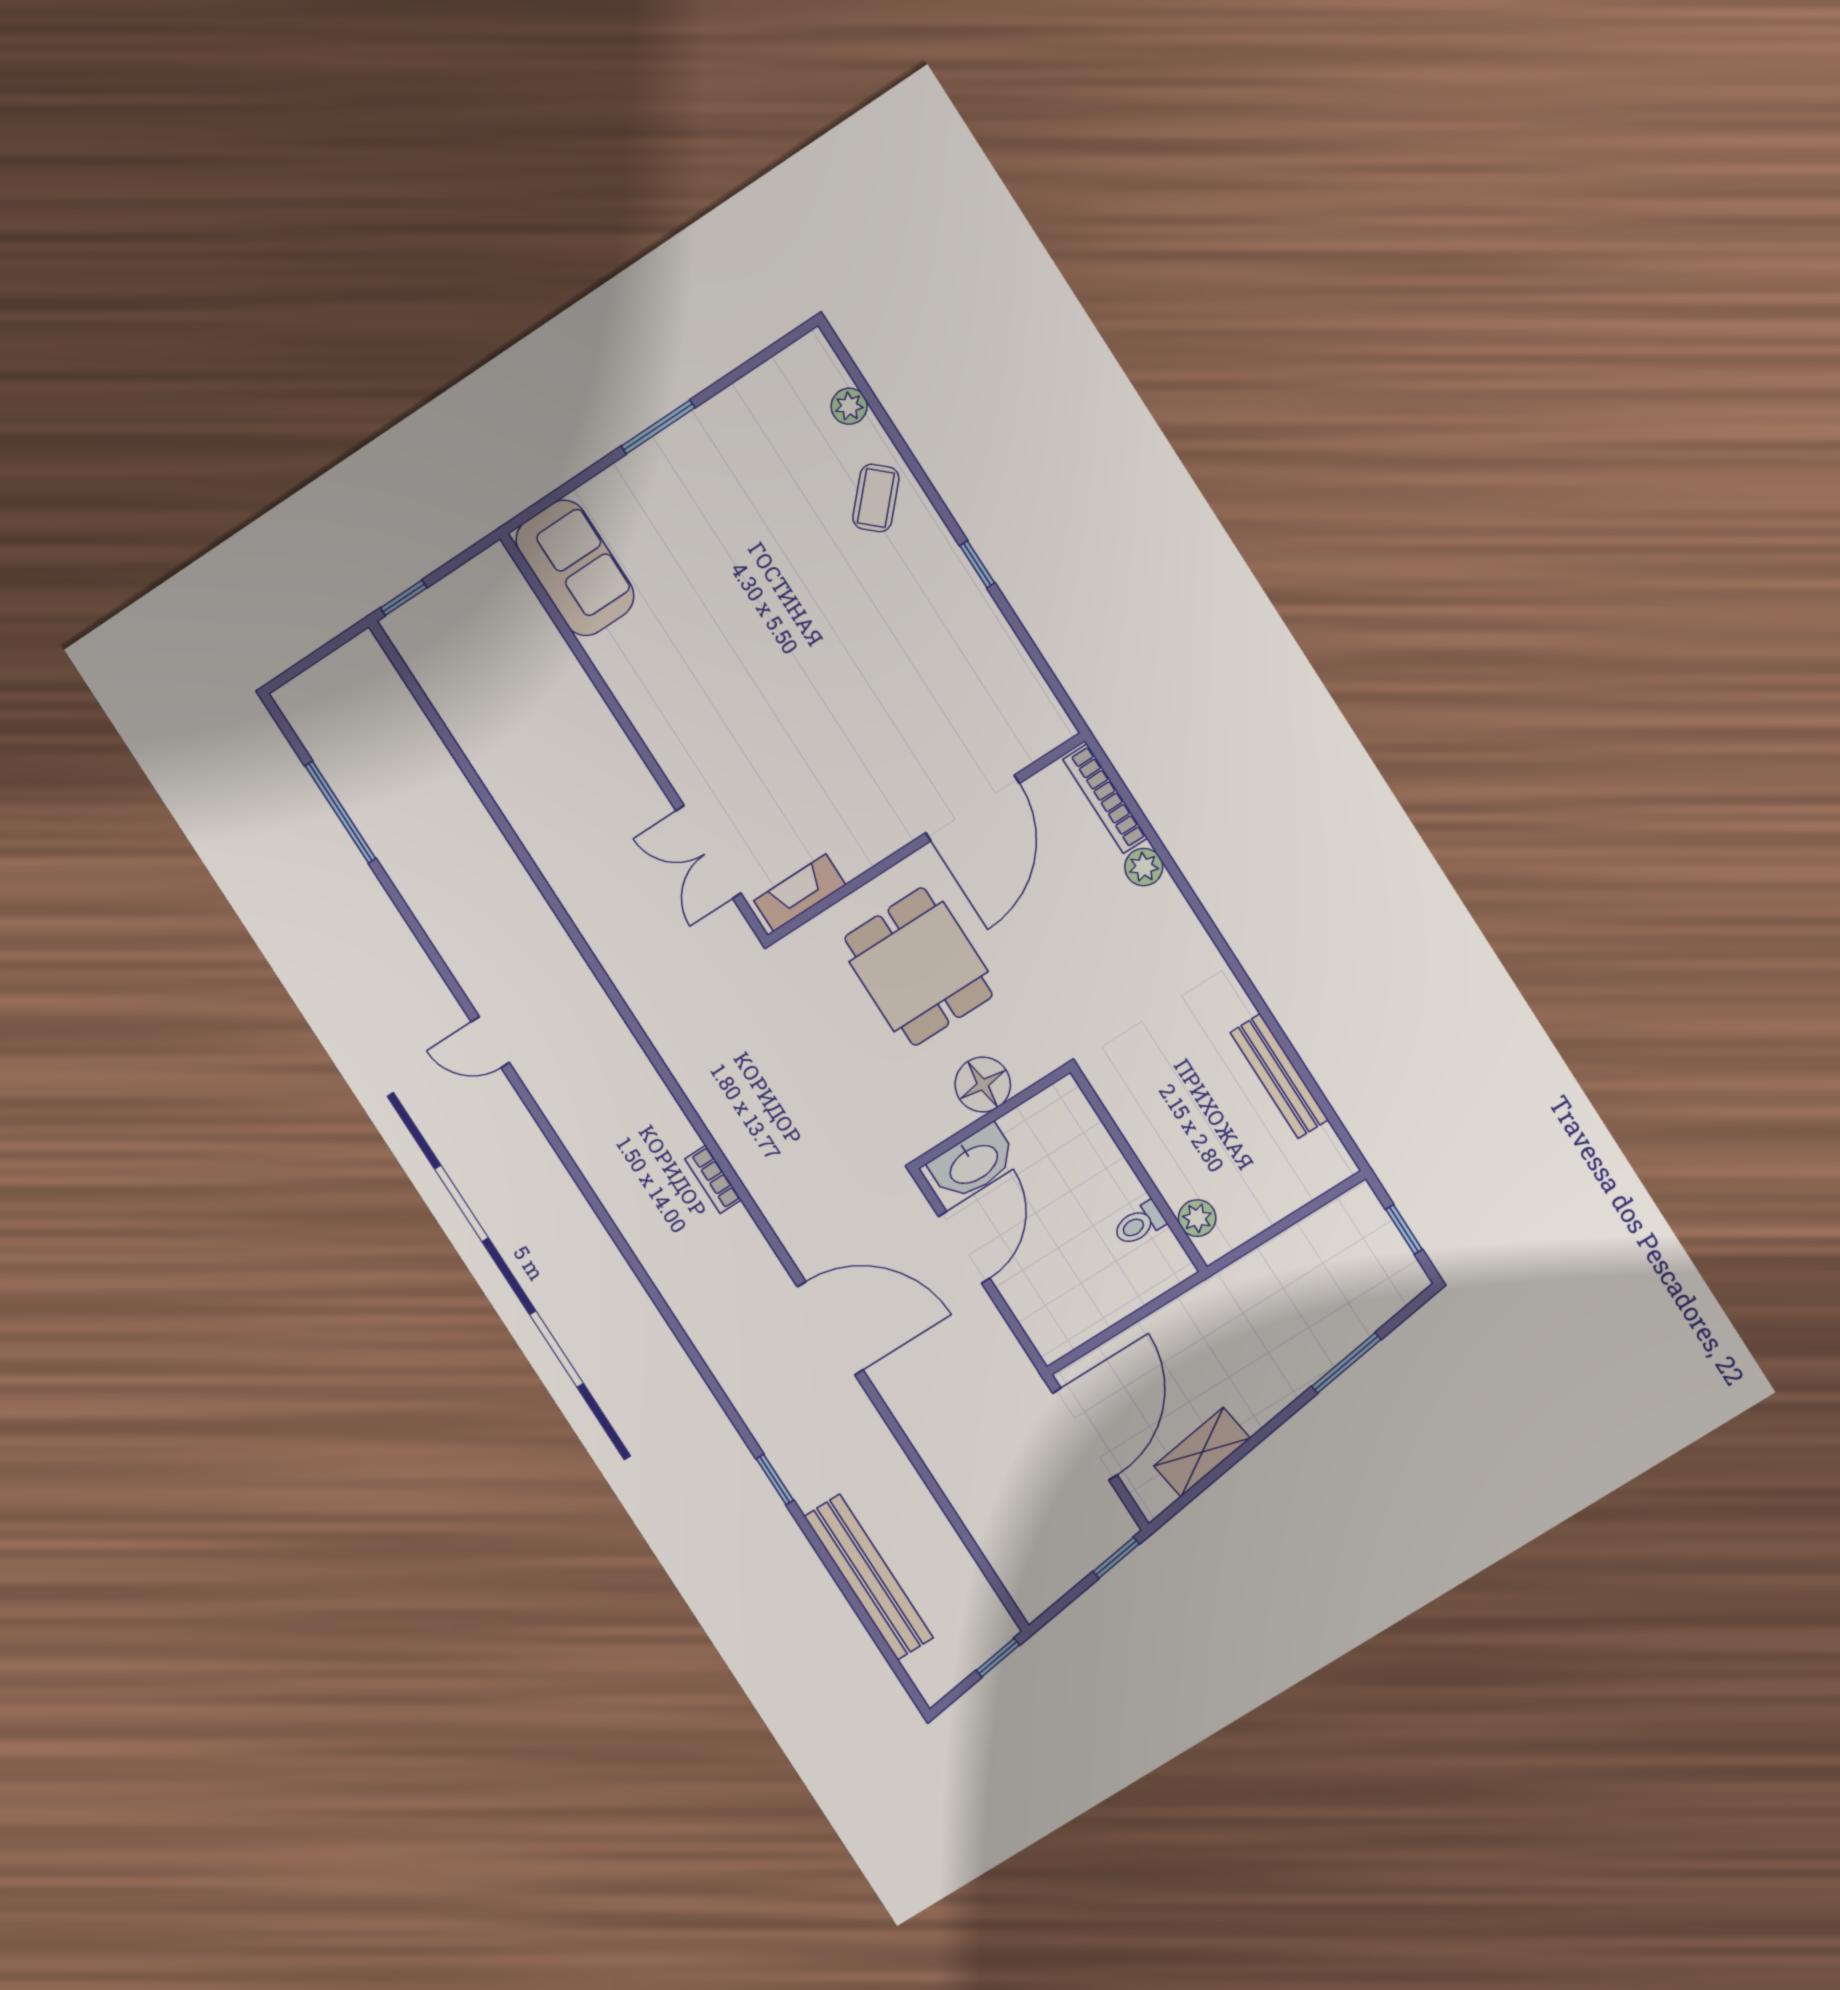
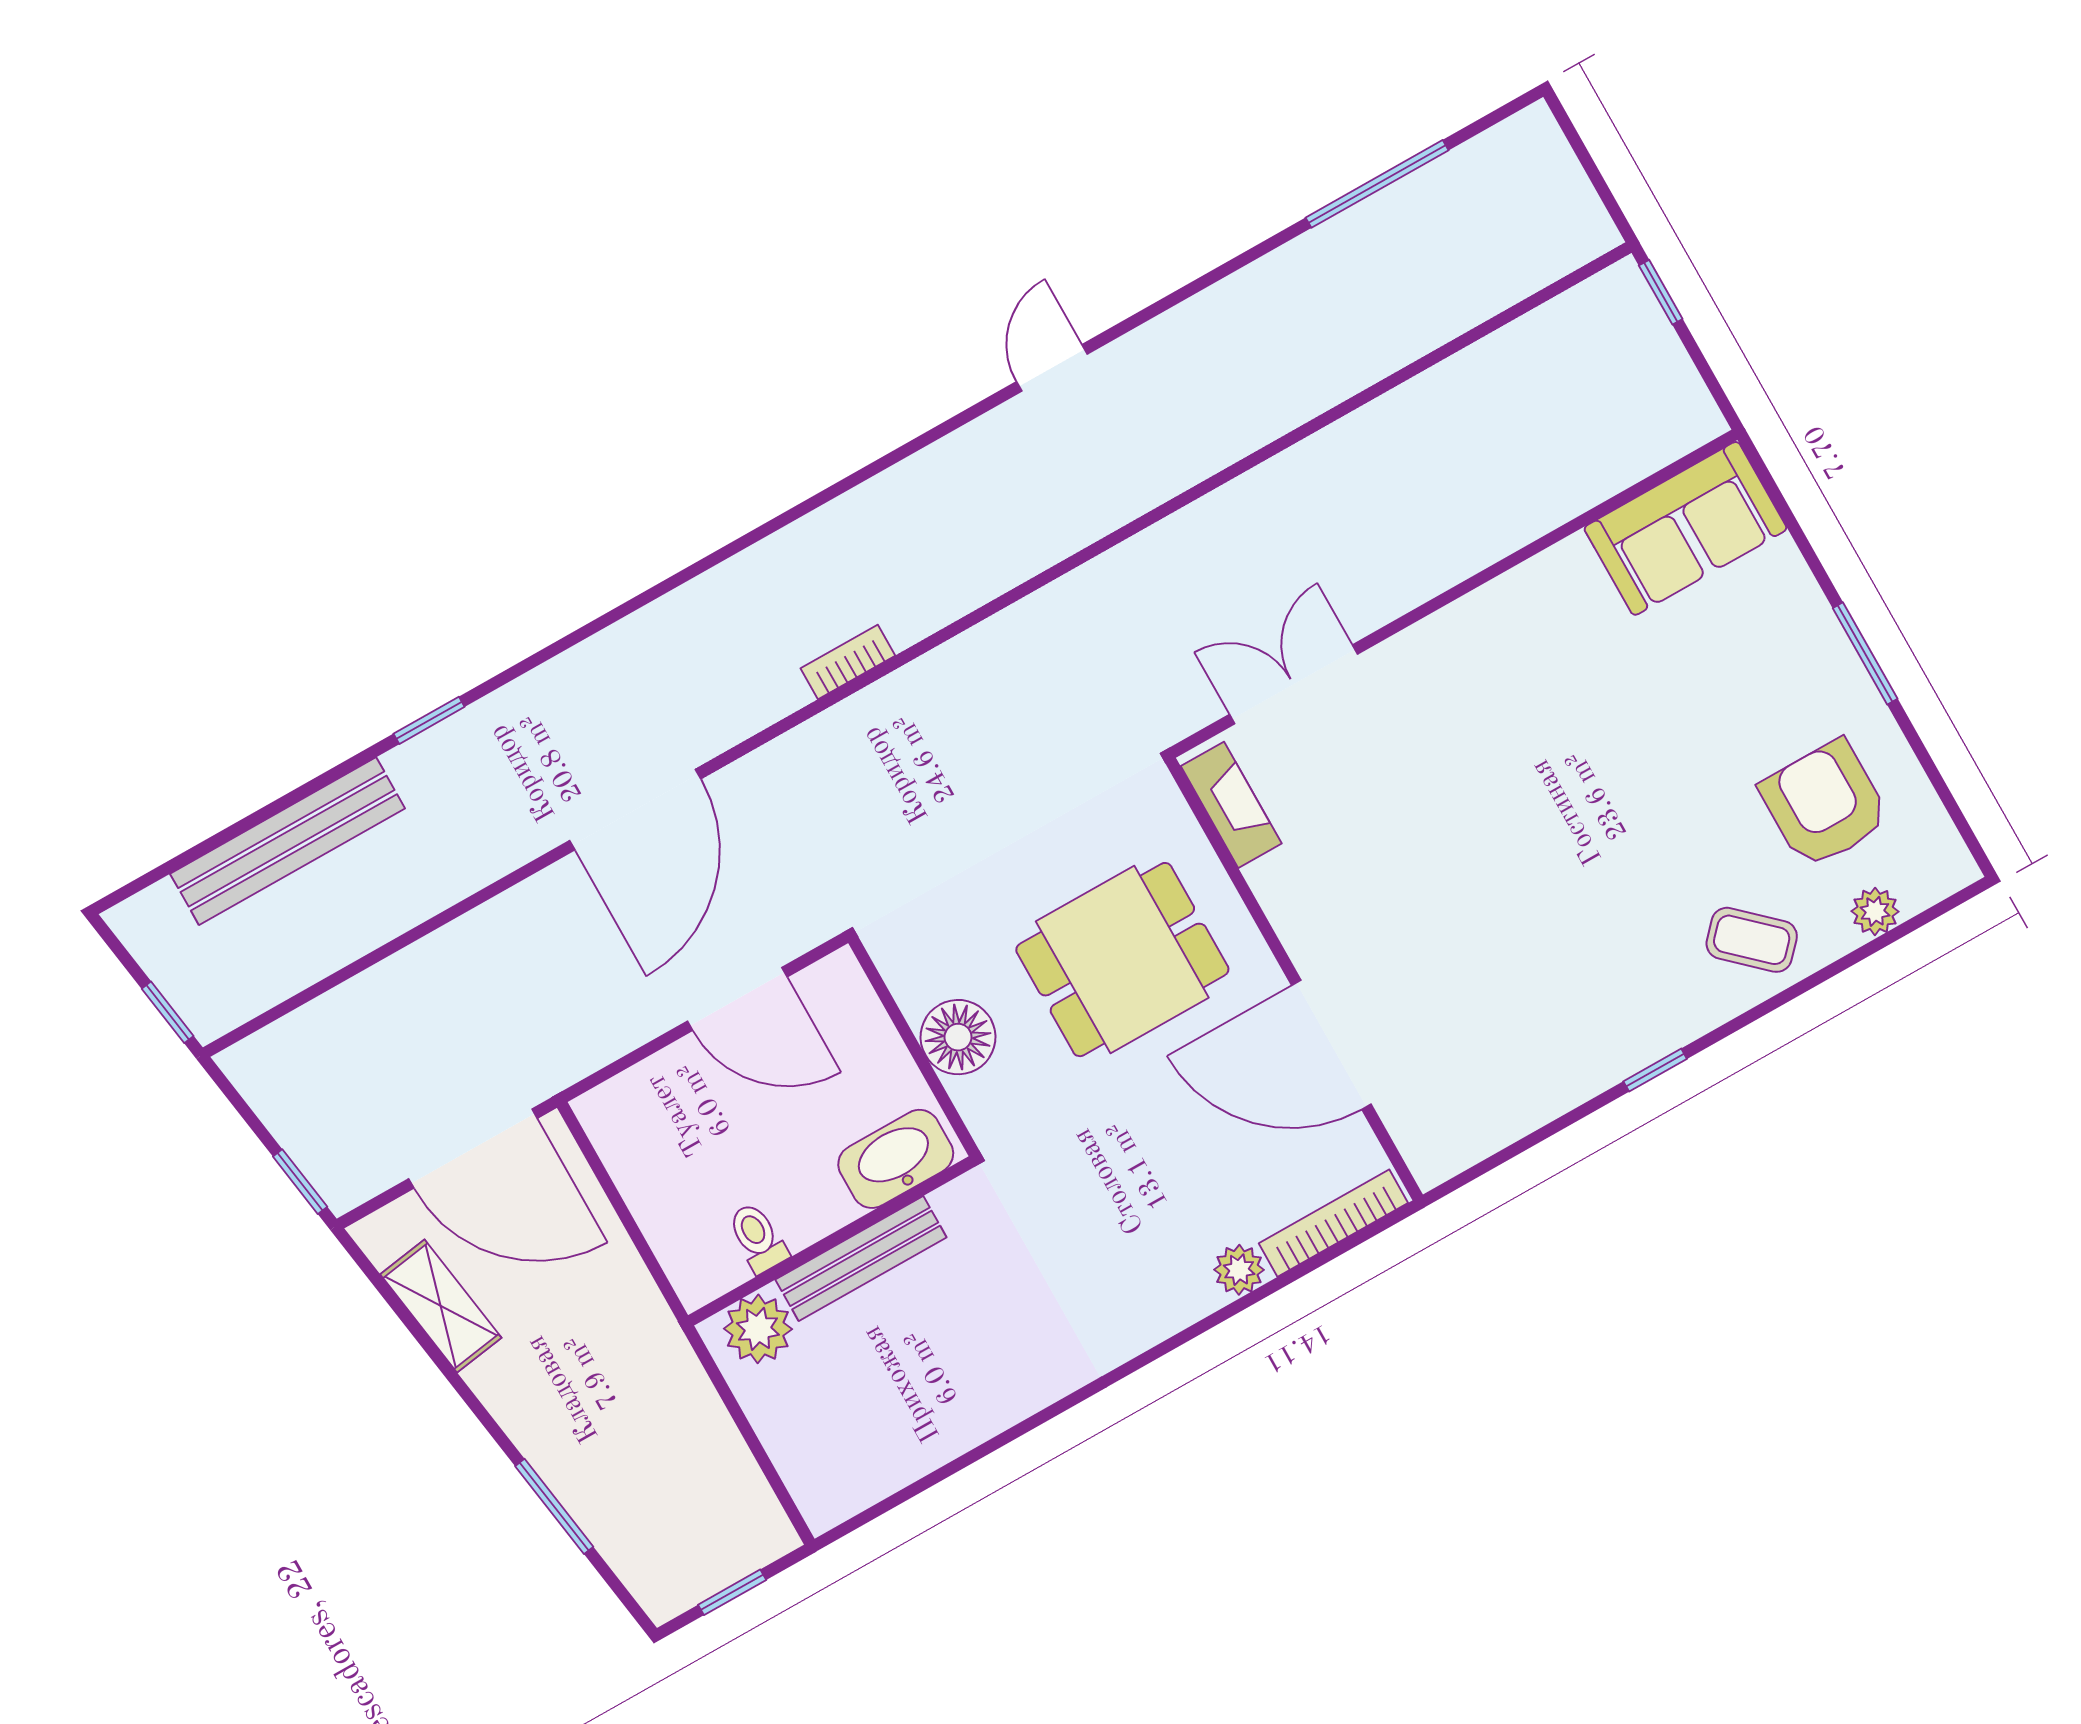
armchair: (772, 450) -> (1825, 804), added
bench: (1279, 1076) -> (861, 1258), moved
washbasin: (973, 1163) -> (896, 1159), moved, turned 90
plant: (1197, 1218) -> (758, 1329), width x1.38, depth x1.38

